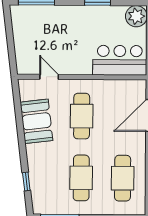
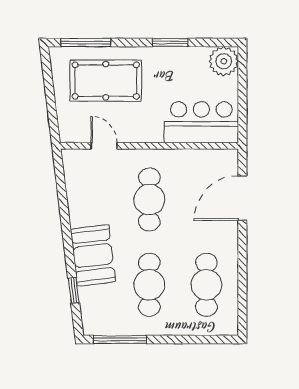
pool table: (51, 30) -> (106, 81), added
booth: (36, 121) -> (93, 256), moved

